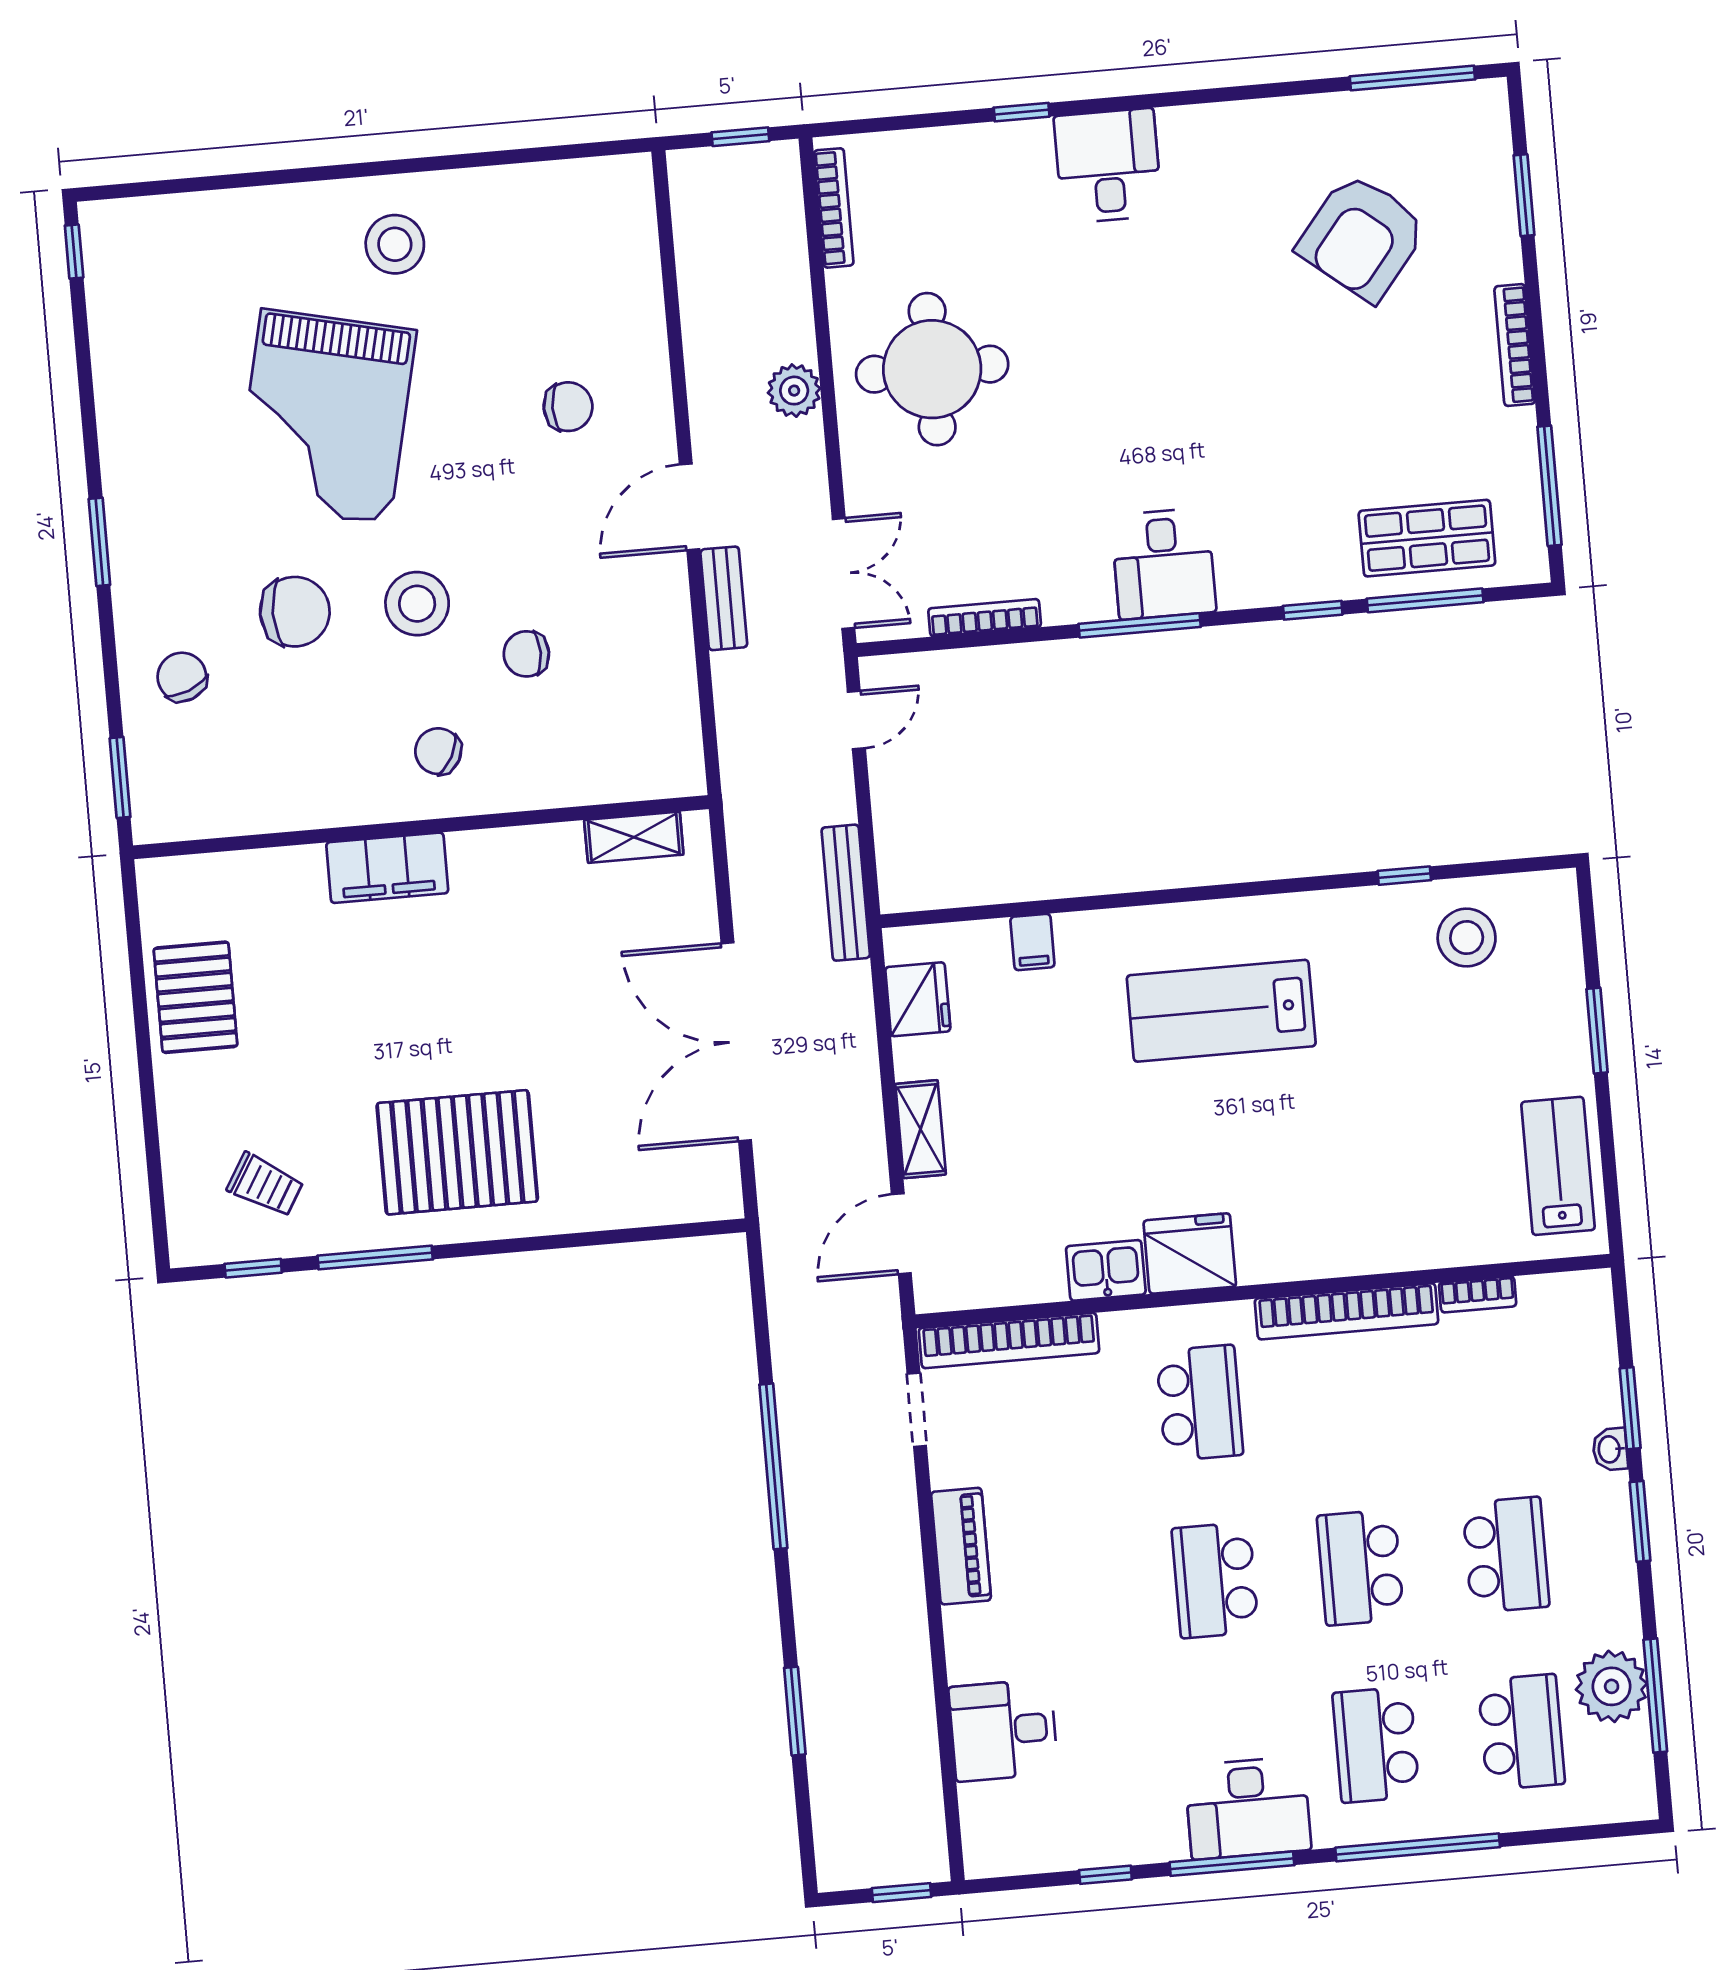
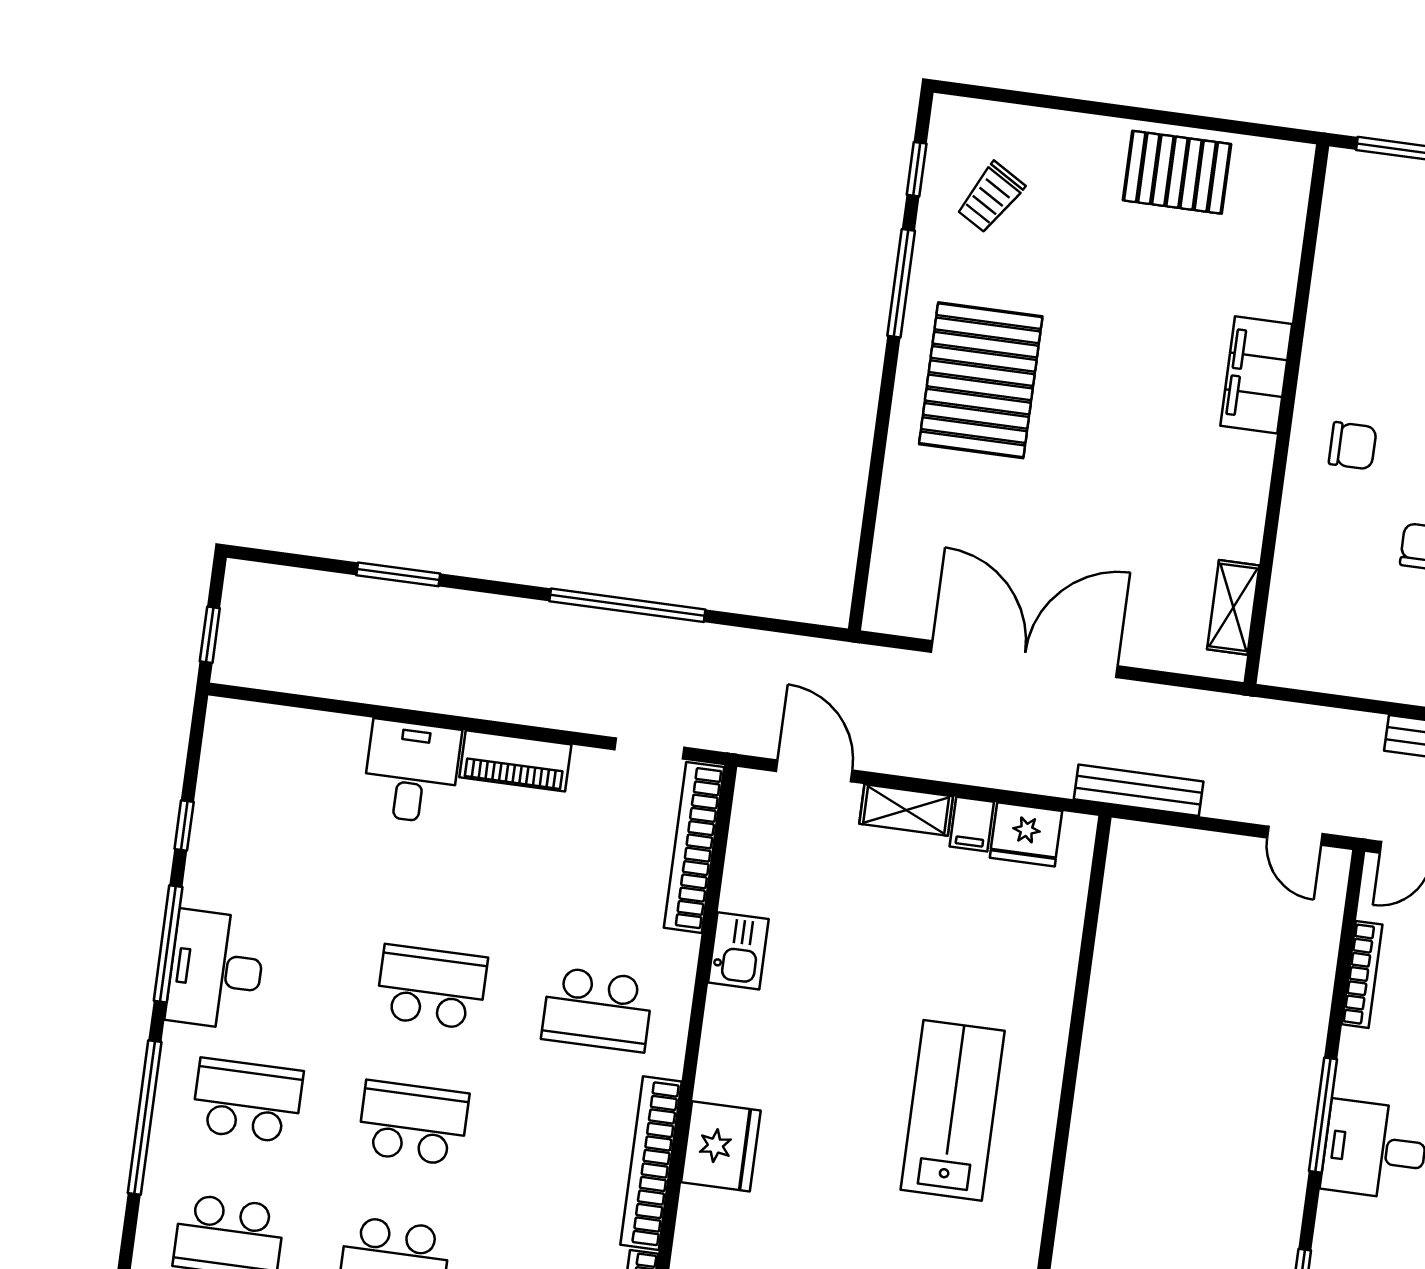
chair: (438, 751) -> (1353, 446), turned 62
filing cabinet: (1032, 942) -> (972, 824), moved, turned -90
fridge: (1190, 1254) -> (721, 1146), moved
desk: (1003, 1730) -> (412, 772), moved

